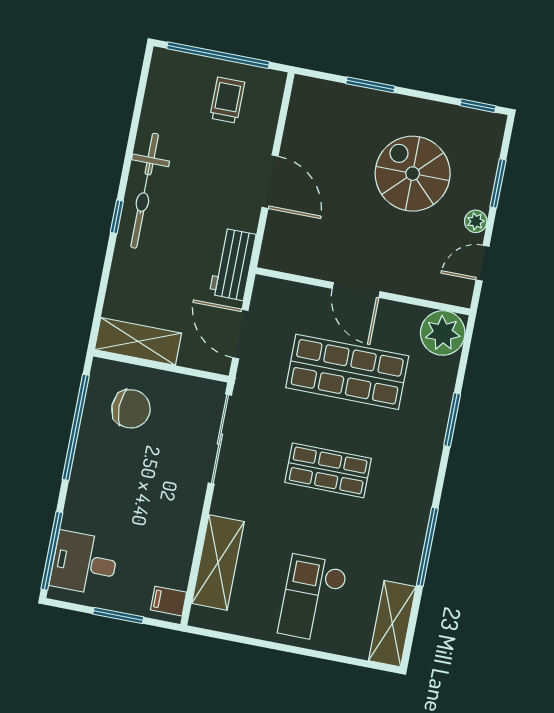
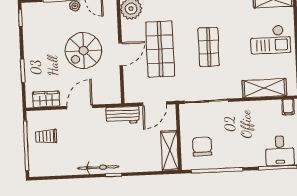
wardrobe: (302, 118) -> (46, 99), added
spiral stairs: (413, 174) -> (83, 51), moved
bicycle: (145, 191) -> (98, 167), width x0.73, depth x0.71

